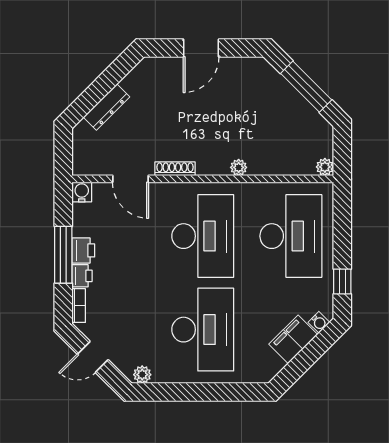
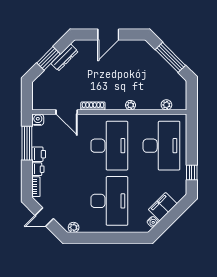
window: (100, 88) -> (49, 58), added
dresser: (106, 107) -> (64, 57), moved
plant: (325, 167) -> (166, 105), moved
window: (63, 255) -> (27, 143), moved
water cooler: (319, 322) -> (153, 222), moved

